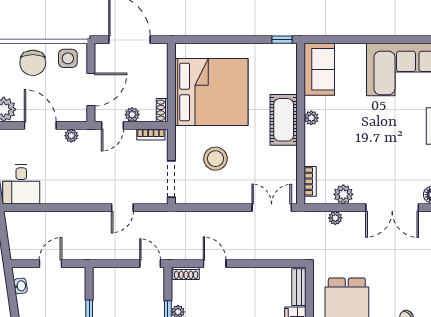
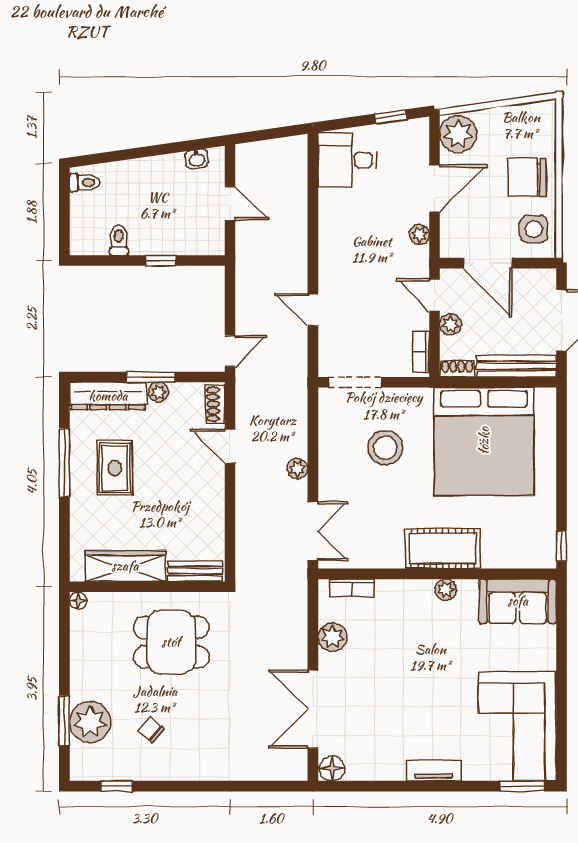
bench: (160, 70) -> (516, 366), added
plant: (335, 218) -> (298, 469), moved
door: (215, 264) -> (230, 446), swing flipped

